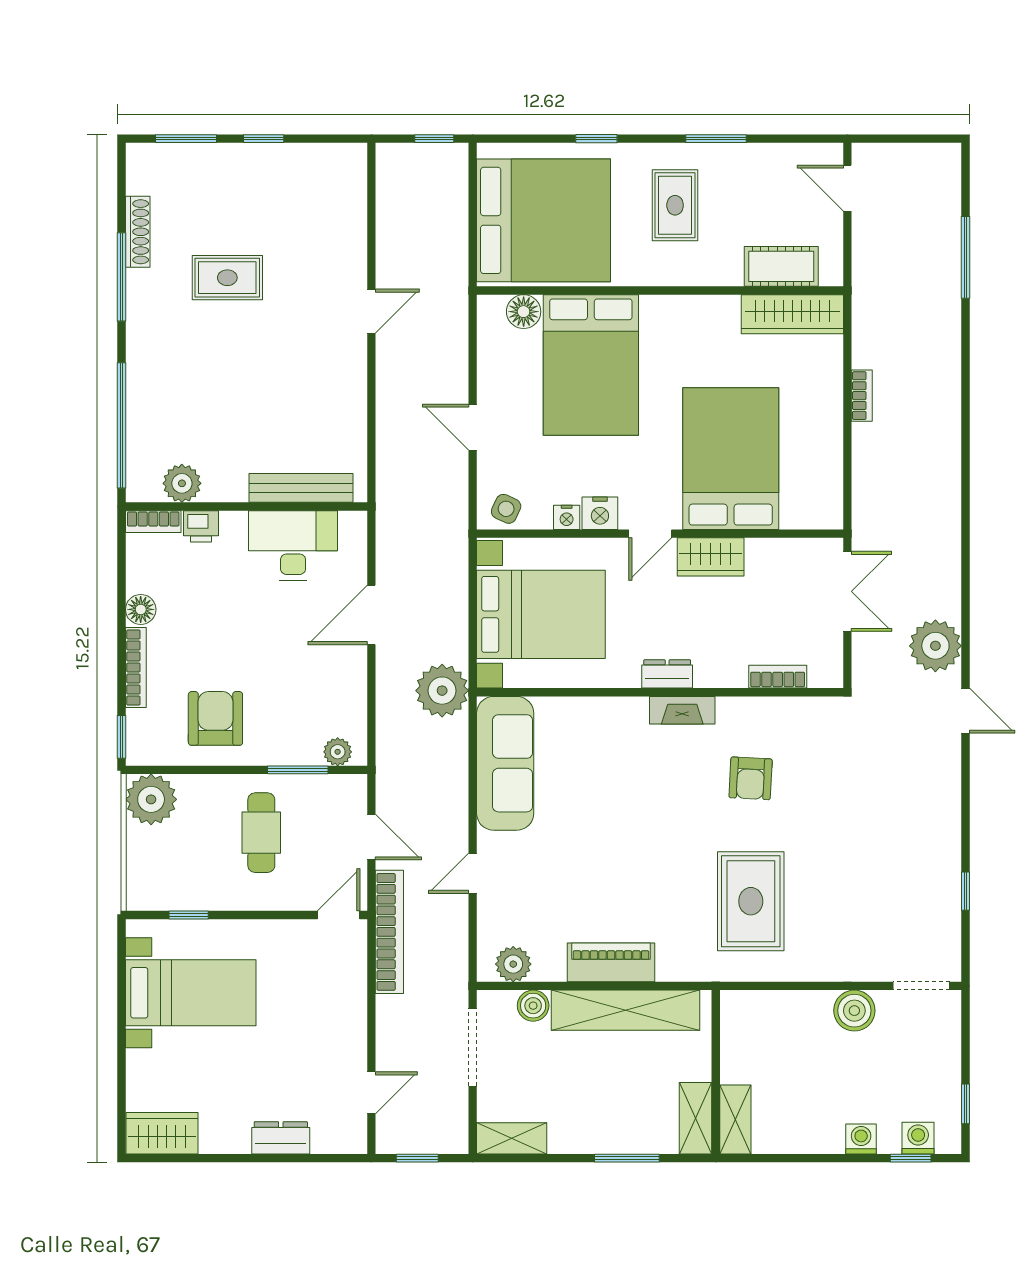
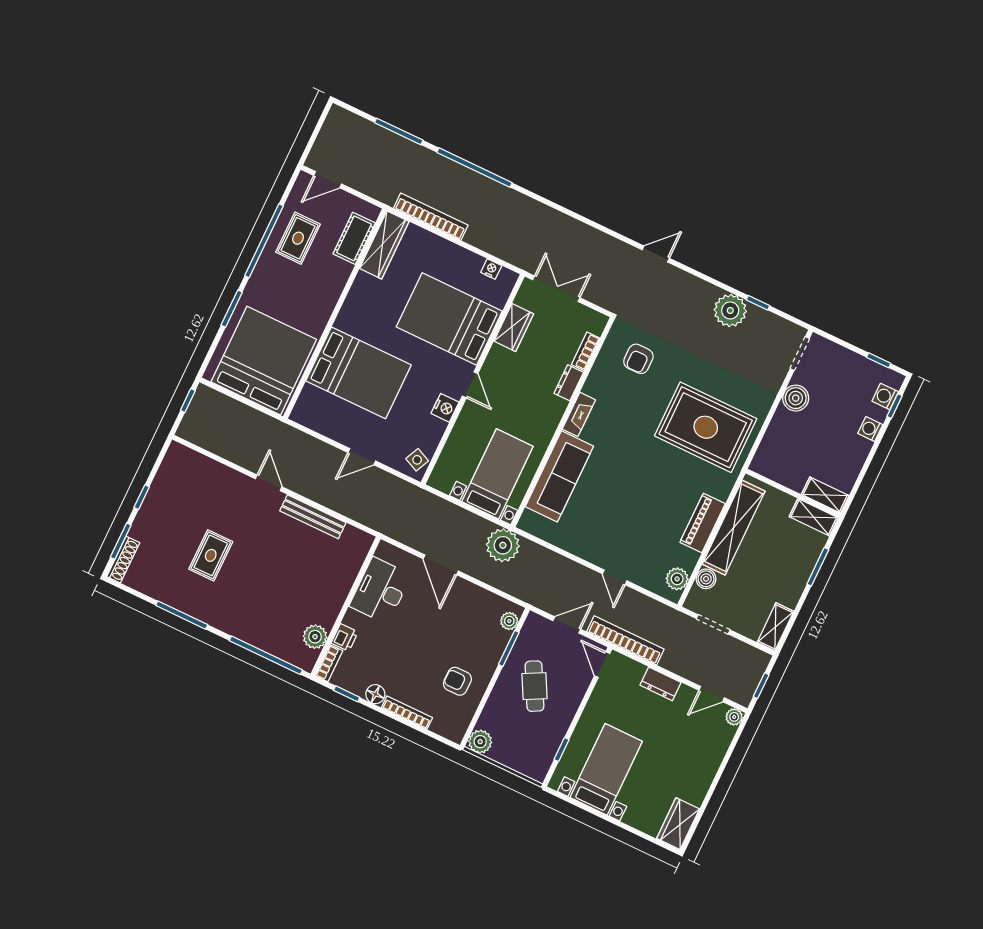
window: (596, 139) -> (232, 309), width x1.50
window: (716, 139) -> (264, 241), width x2.11
rug: (675, 205) -> (298, 238), moved, turned 90
shoe rack: (138, 232) -> (123, 560), moved, turned 90
floor lamp: (524, 312) -> (310, 397), removed
window: (966, 391) -> (474, 168), added
bookcase: (862, 396) -> (431, 217), width x2.31, depth x1.31
bench: (301, 488) -> (313, 517), moved, turned 90
nightstand: (567, 517) -> (491, 269), moved, turned -90
wardrobe: (711, 557) -> (514, 327), moved
bed with nightstands: (541, 614) -> (497, 474), width x0.73
plant: (935, 646) -> (730, 310), moved
dresser: (667, 674) -> (569, 383), moved
armchair: (215, 718) -> (457, 681), width x0.72, depth x0.72
window: (122, 737) -> (347, 694), moved
sofa: (505, 763) -> (559, 476), moved, turned 90
armchair: (751, 778) -> (638, 359), moved, turned 87
plant: (151, 799) -> (480, 742), width x0.73, depth x0.73
cafe table: (261, 833) -> (534, 686), turned 62
rug: (751, 901) -> (706, 427), width x1.37, depth x1.44
doorway: (473, 1047) -> (713, 624), width x0.73
door: (371, 1093) -> (712, 694), swing flipped
dresser: (281, 1138) -> (660, 684), moved, turned -90
plant: (354, 1141) -> (734, 717), added

